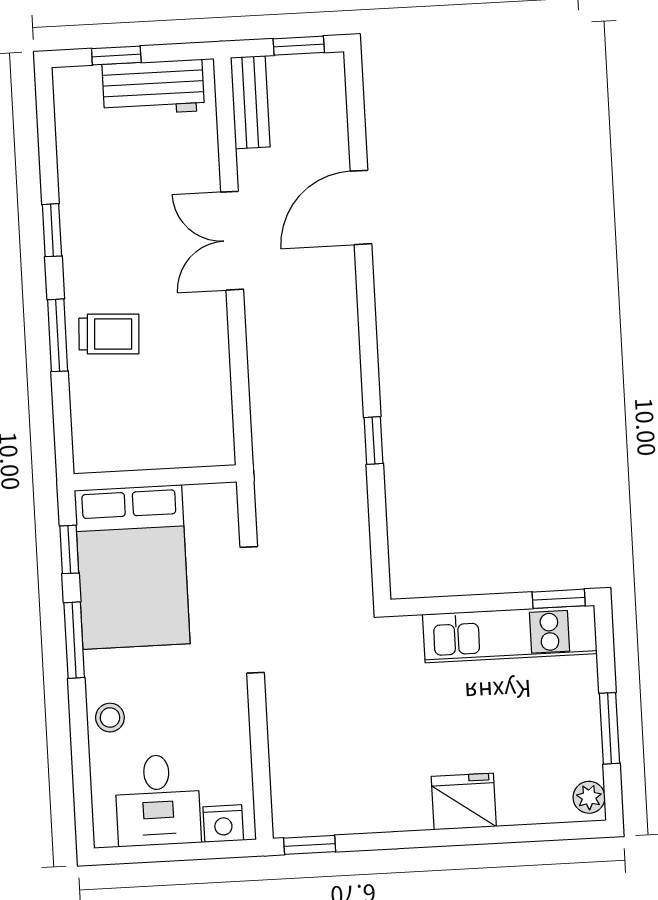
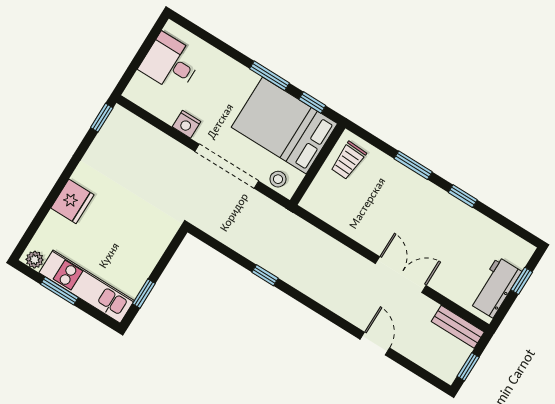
door: (361, 207) -> (375, 344), width x0.73
trolley: (109, 334) -> (348, 160), moved
window: (559, 599) -> (144, 294), moved
kitchen unit: (510, 634) -> (87, 287), moved, turned 90
stool: (110, 718) -> (278, 179), moved
nightstand: (223, 824) -> (186, 124), moved, turned -90

